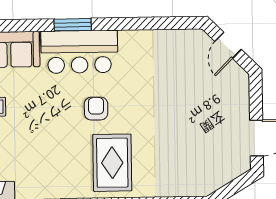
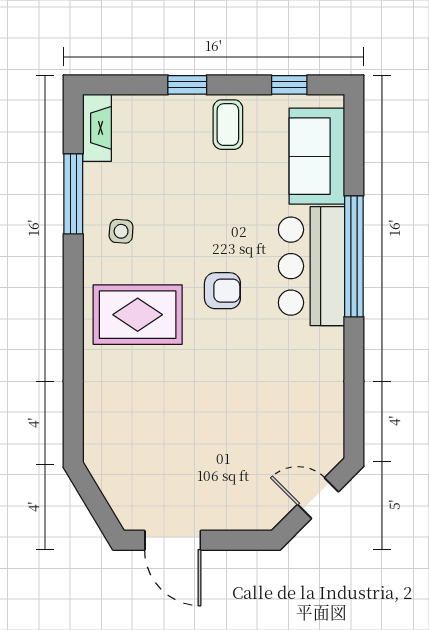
window: (73, 25) -> (354, 256), width x2.11
side table: (59, 174) -> (121, 231), added

